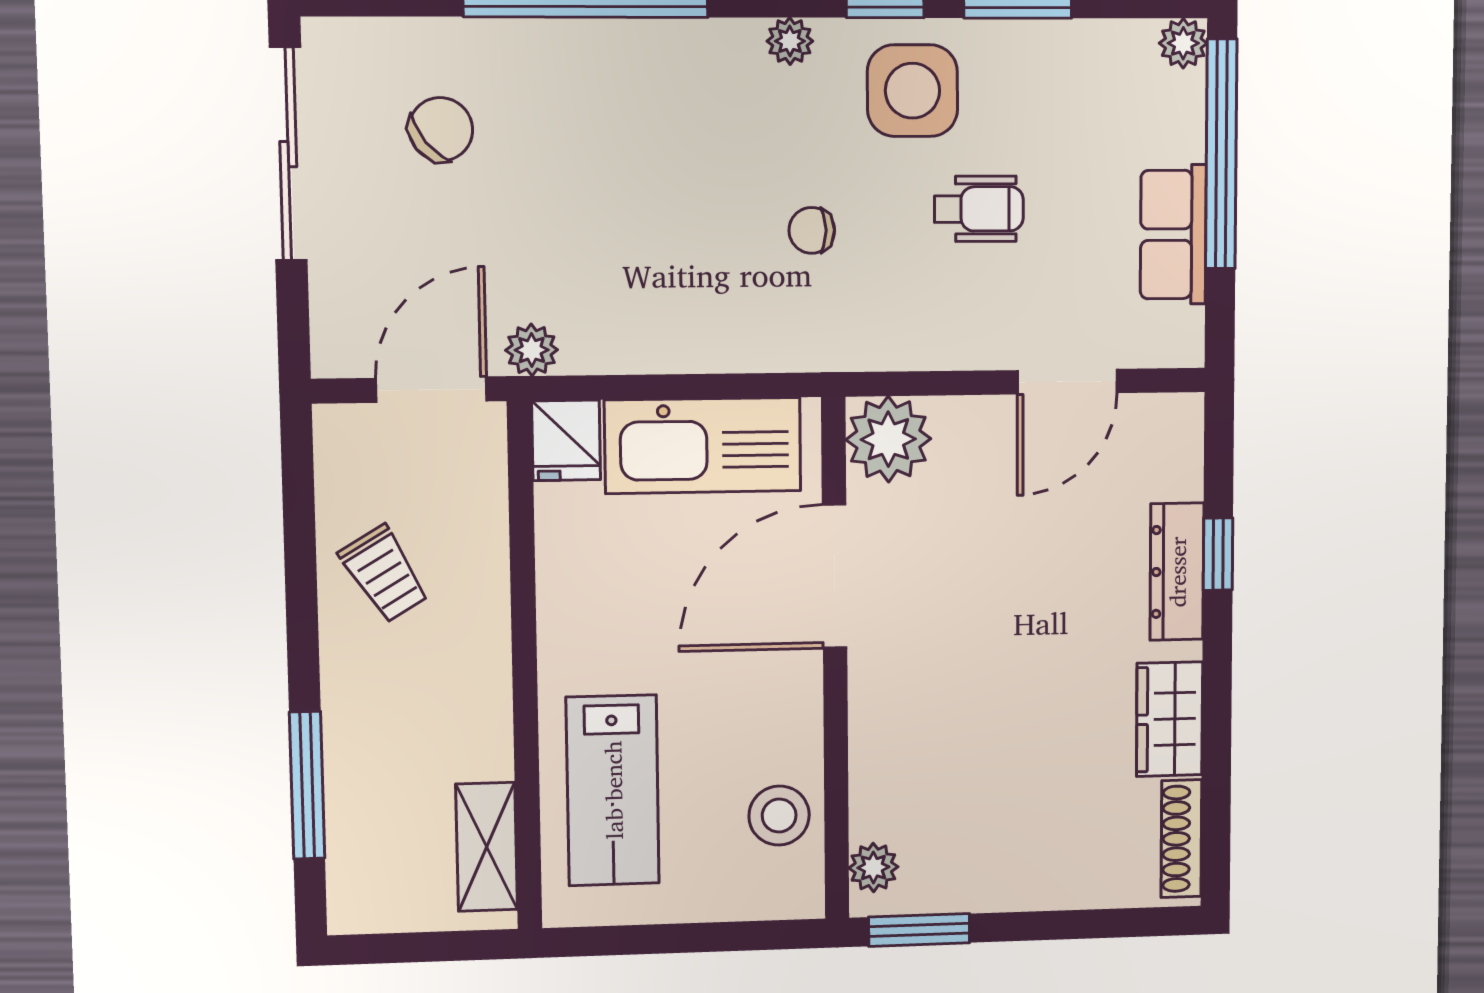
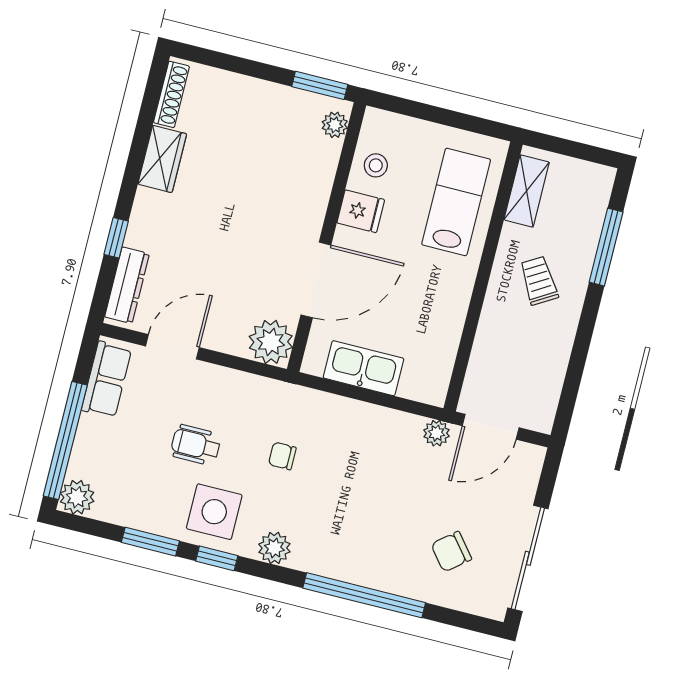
plant: (790, 41) -> (274, 548), width x1.38, depth x1.38
plant: (1183, 43) -> (77, 497), width x1.38, depth x1.38
chair: (812, 230) -> (282, 456), turned 180
row of seats: (1173, 235) -> (106, 380), moved
fridge: (566, 440) -> (361, 211), moved, turned 90
kitchen sink: (703, 445) -> (363, 368), width x0.73, depth x0.81
dresser: (1177, 572) -> (127, 285), moved
trolley: (384, 574) -> (539, 281), moved
stool: (779, 815) -> (376, 165), width x0.73, depth x0.73

